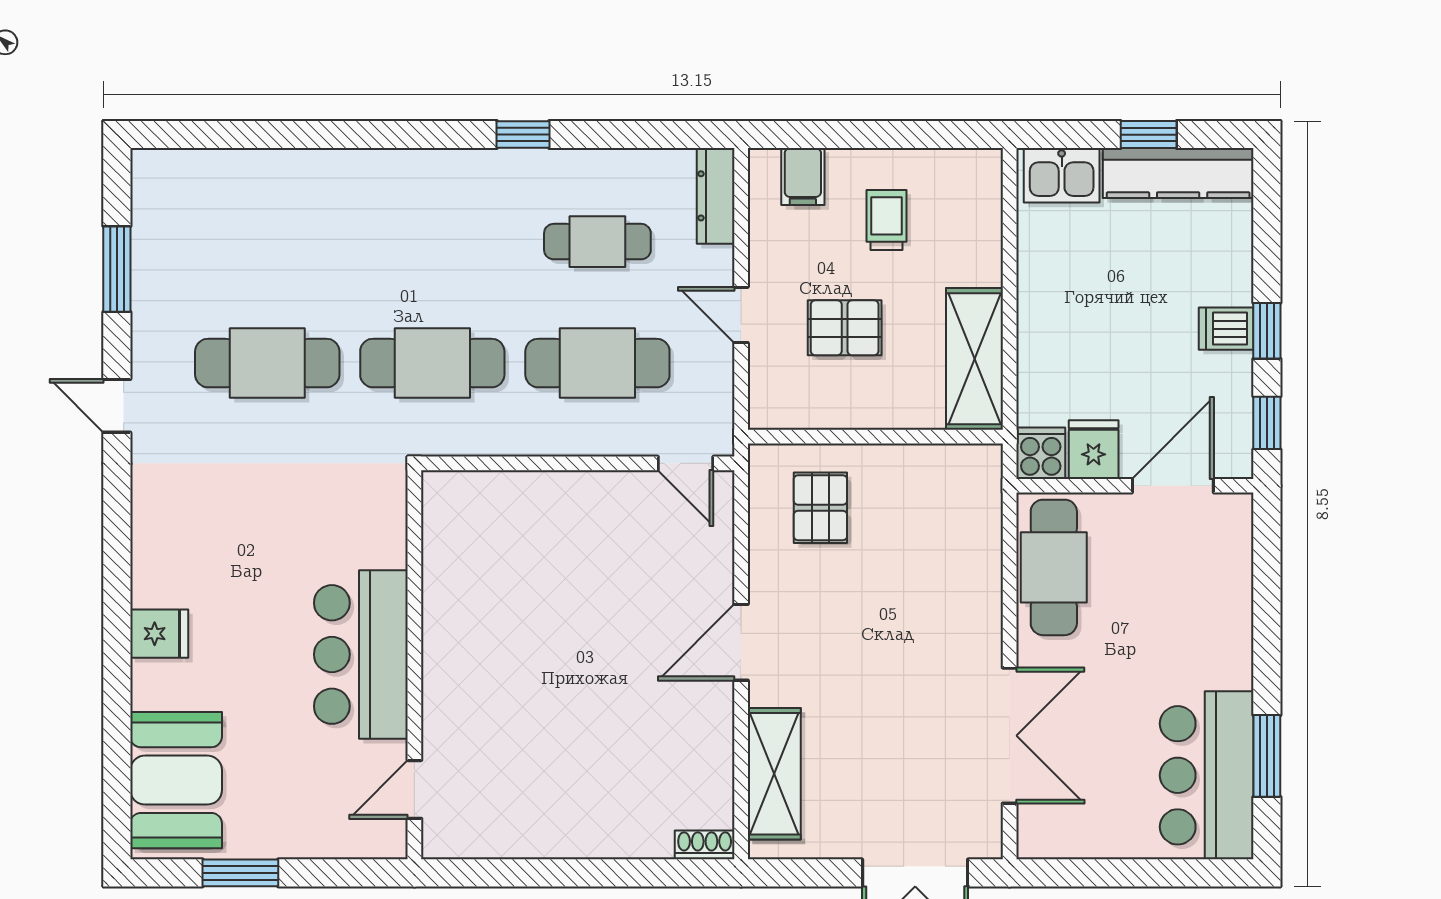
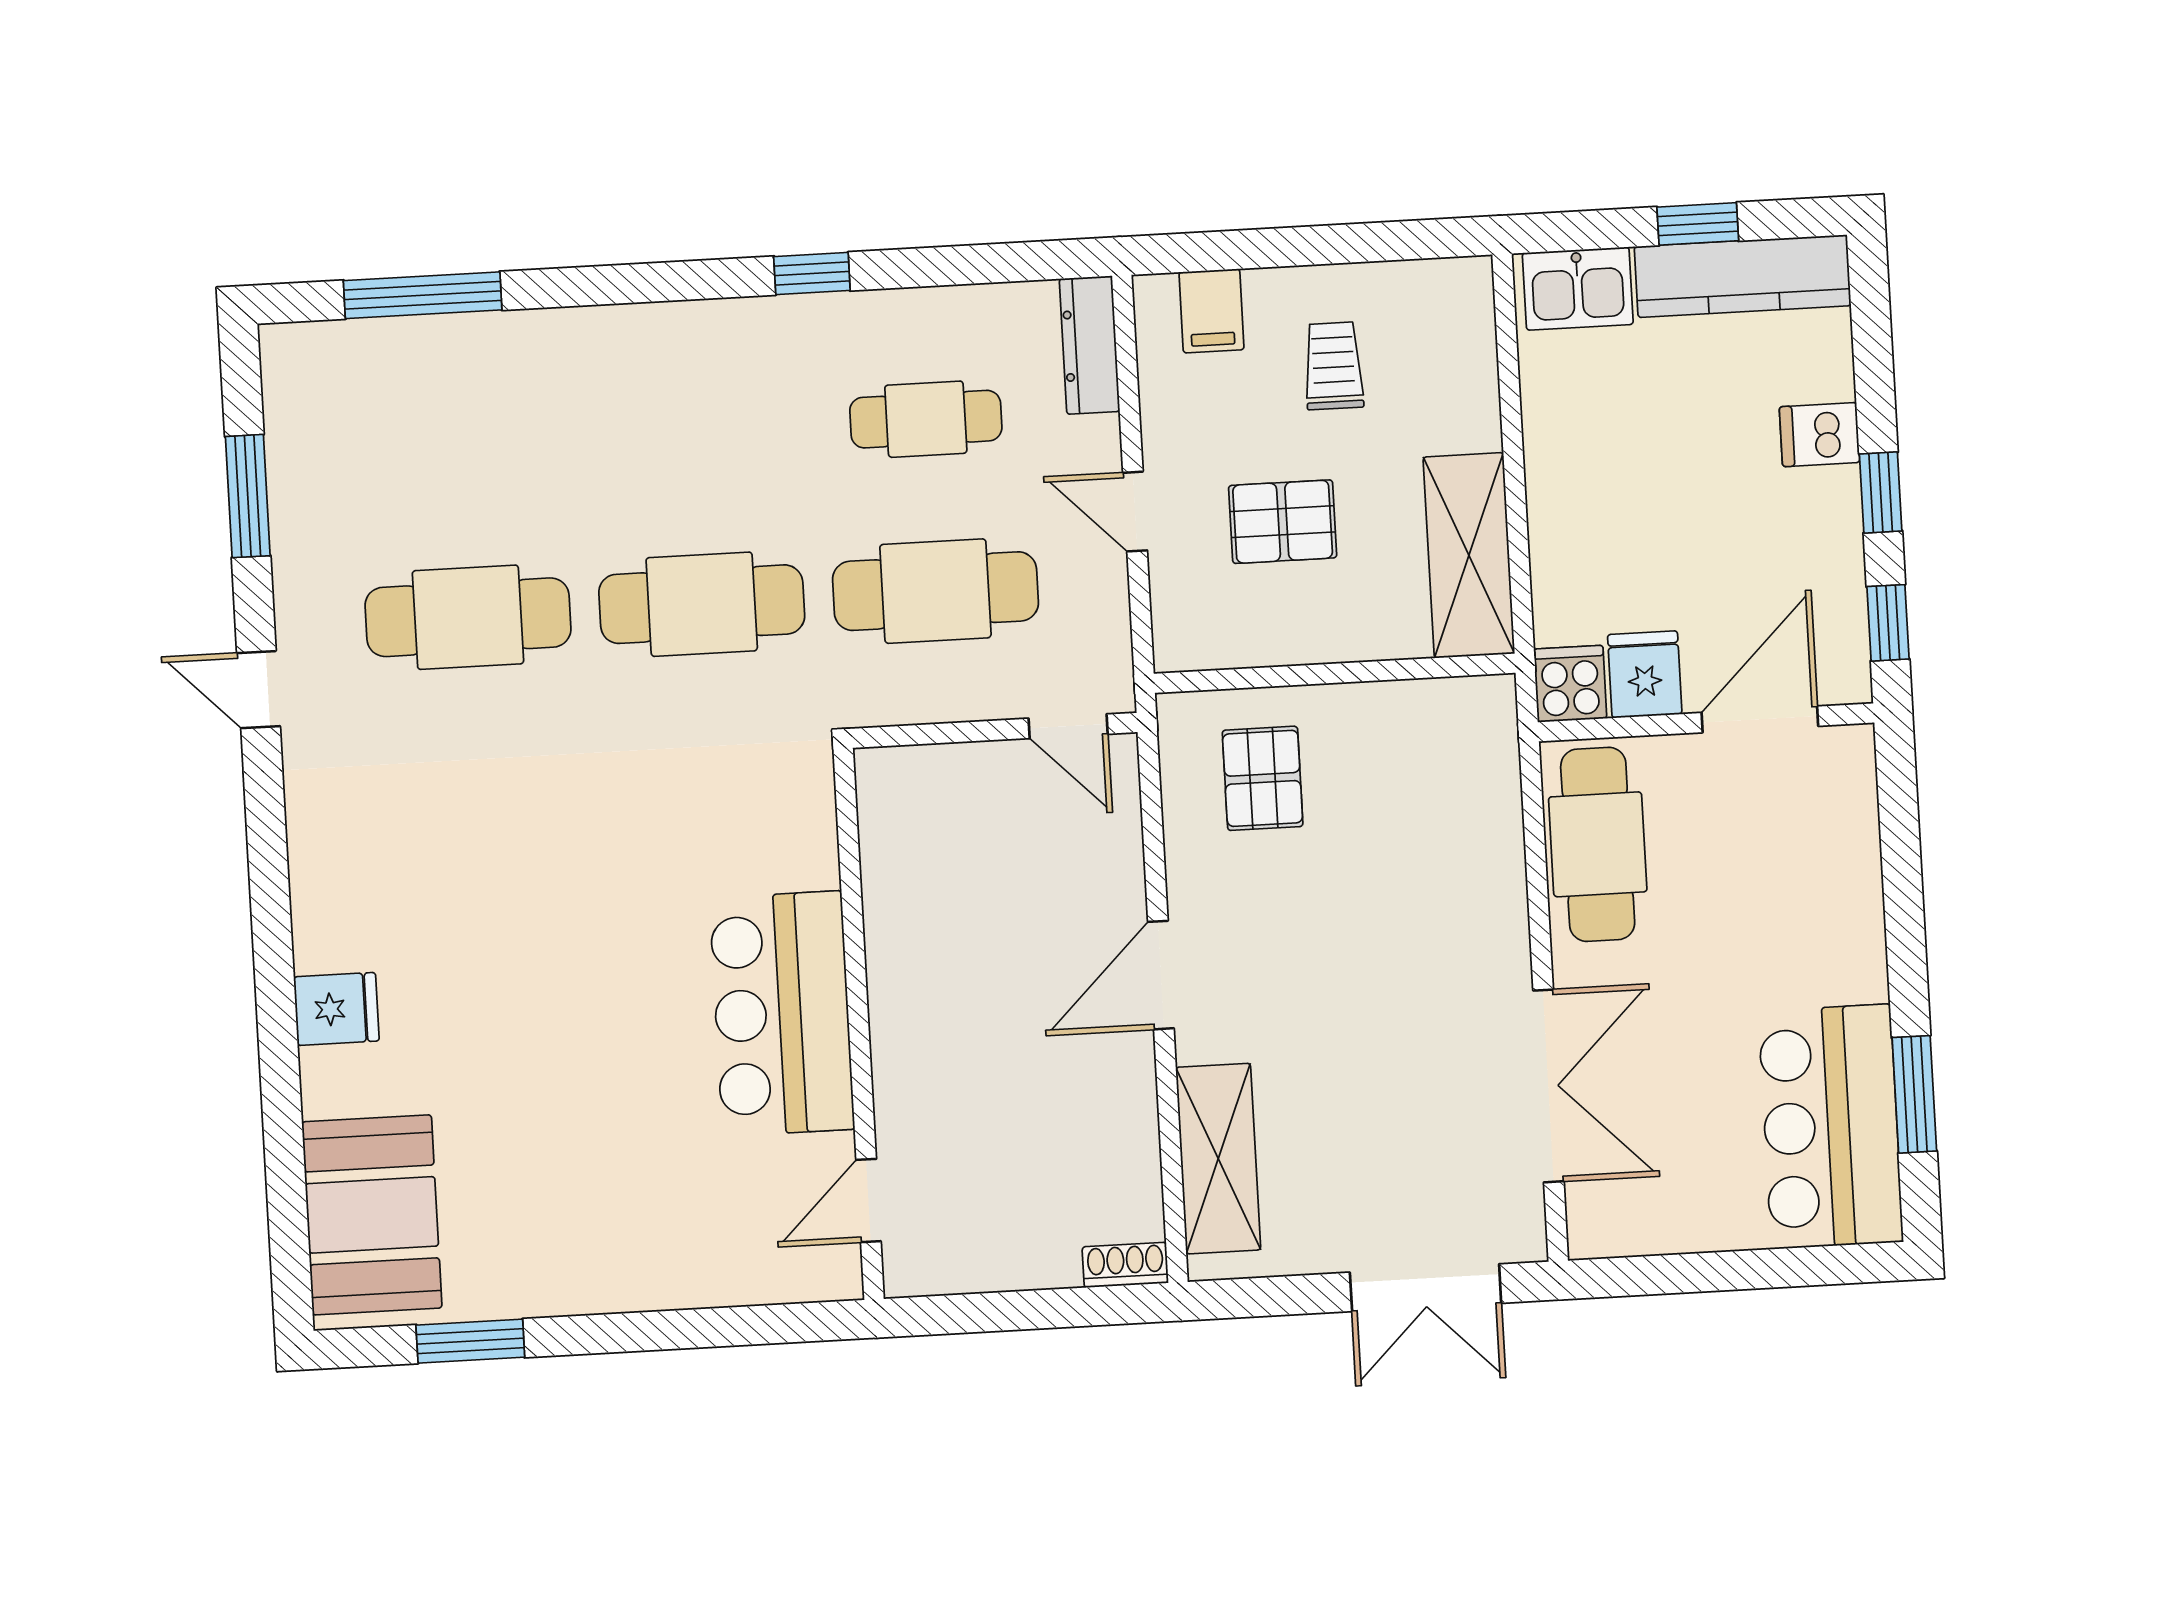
window: (248, 135) -> (423, 295), added
dishwasher: (1226, 329) -> (1820, 435), moved
bar counter: (361, 654) -> (782, 1014), moved
wall: (414, 665) -> (859, 1024), moved
door: (414, 789) -> (868, 1200), moved

